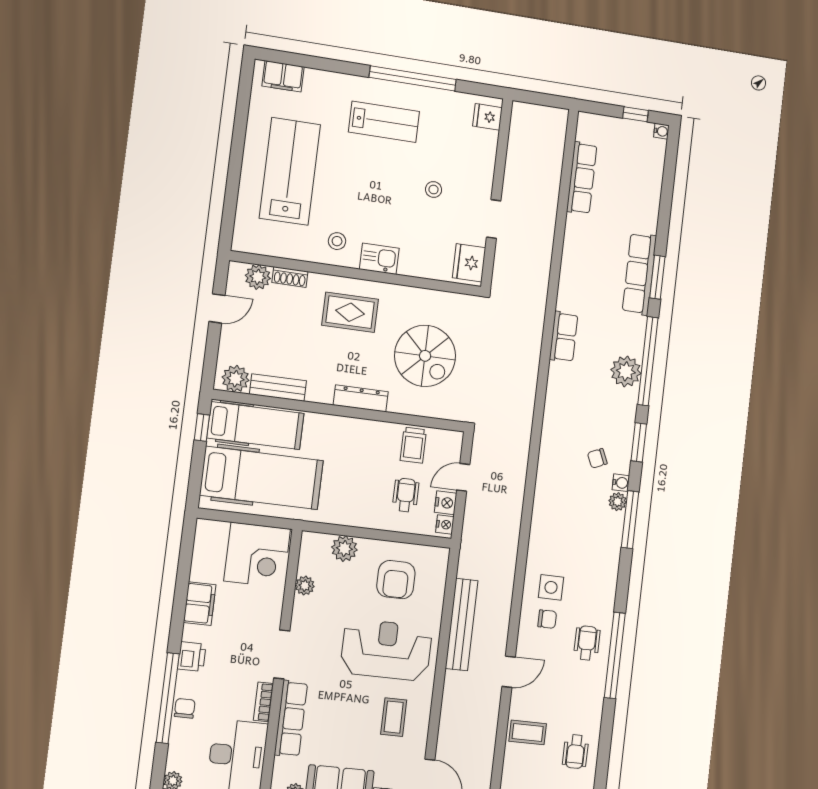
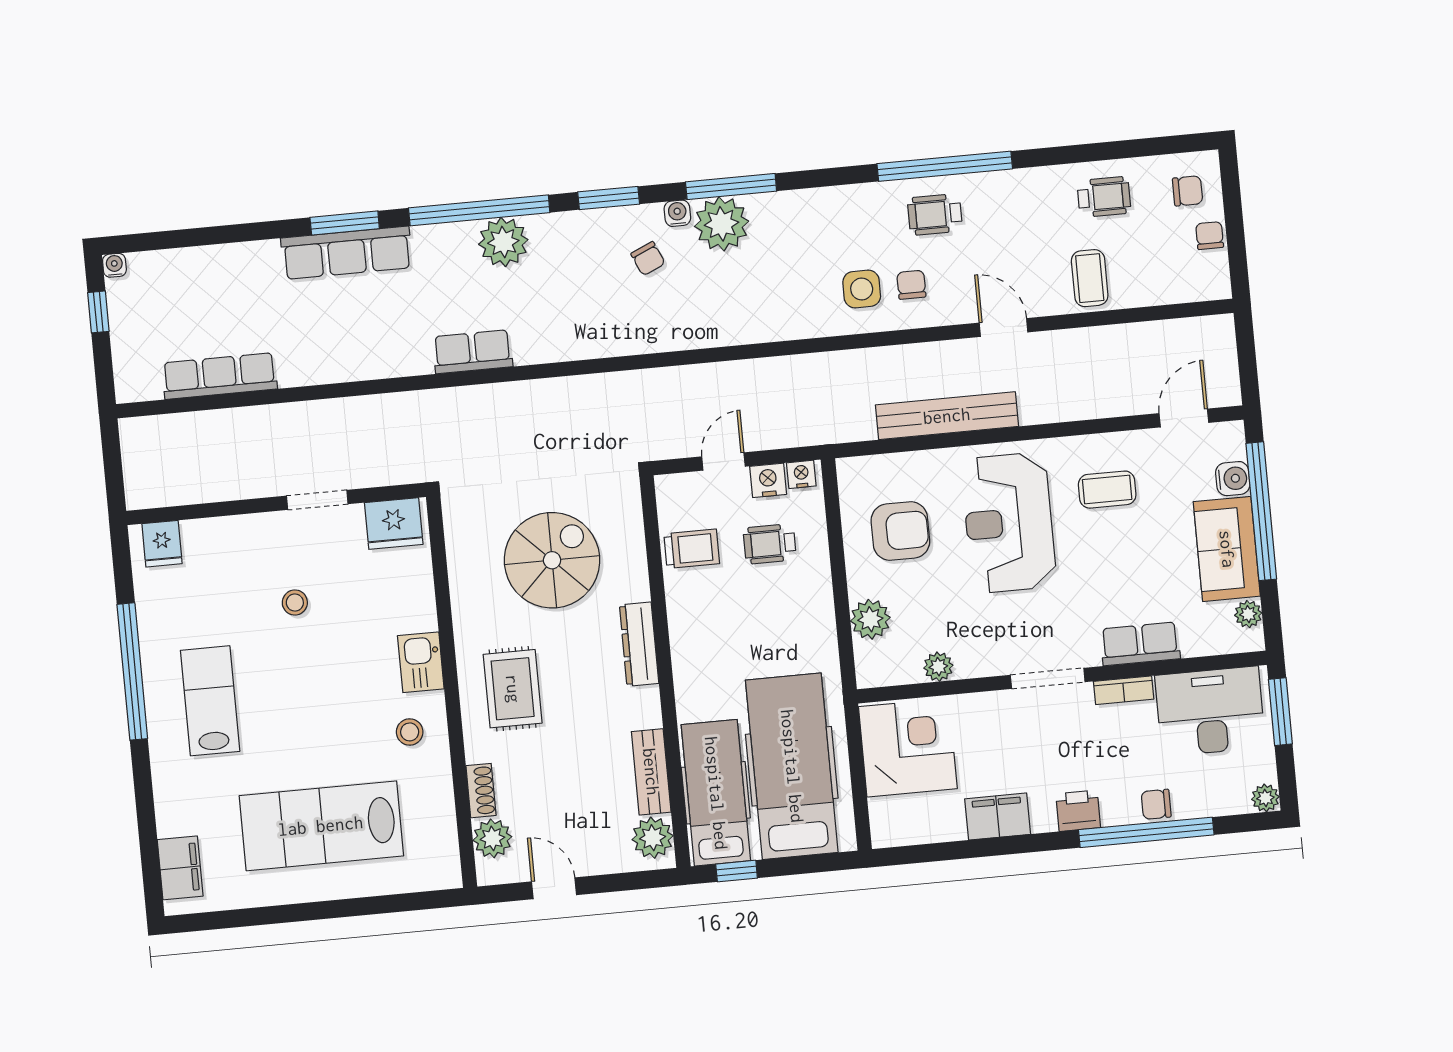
door: (463, 477) -> (723, 462), swing flipped
plant: (618, 502) -> (722, 224), width x1.88, depth x1.88
row of seats: (291, 719) -> (1140, 644), width x0.68

